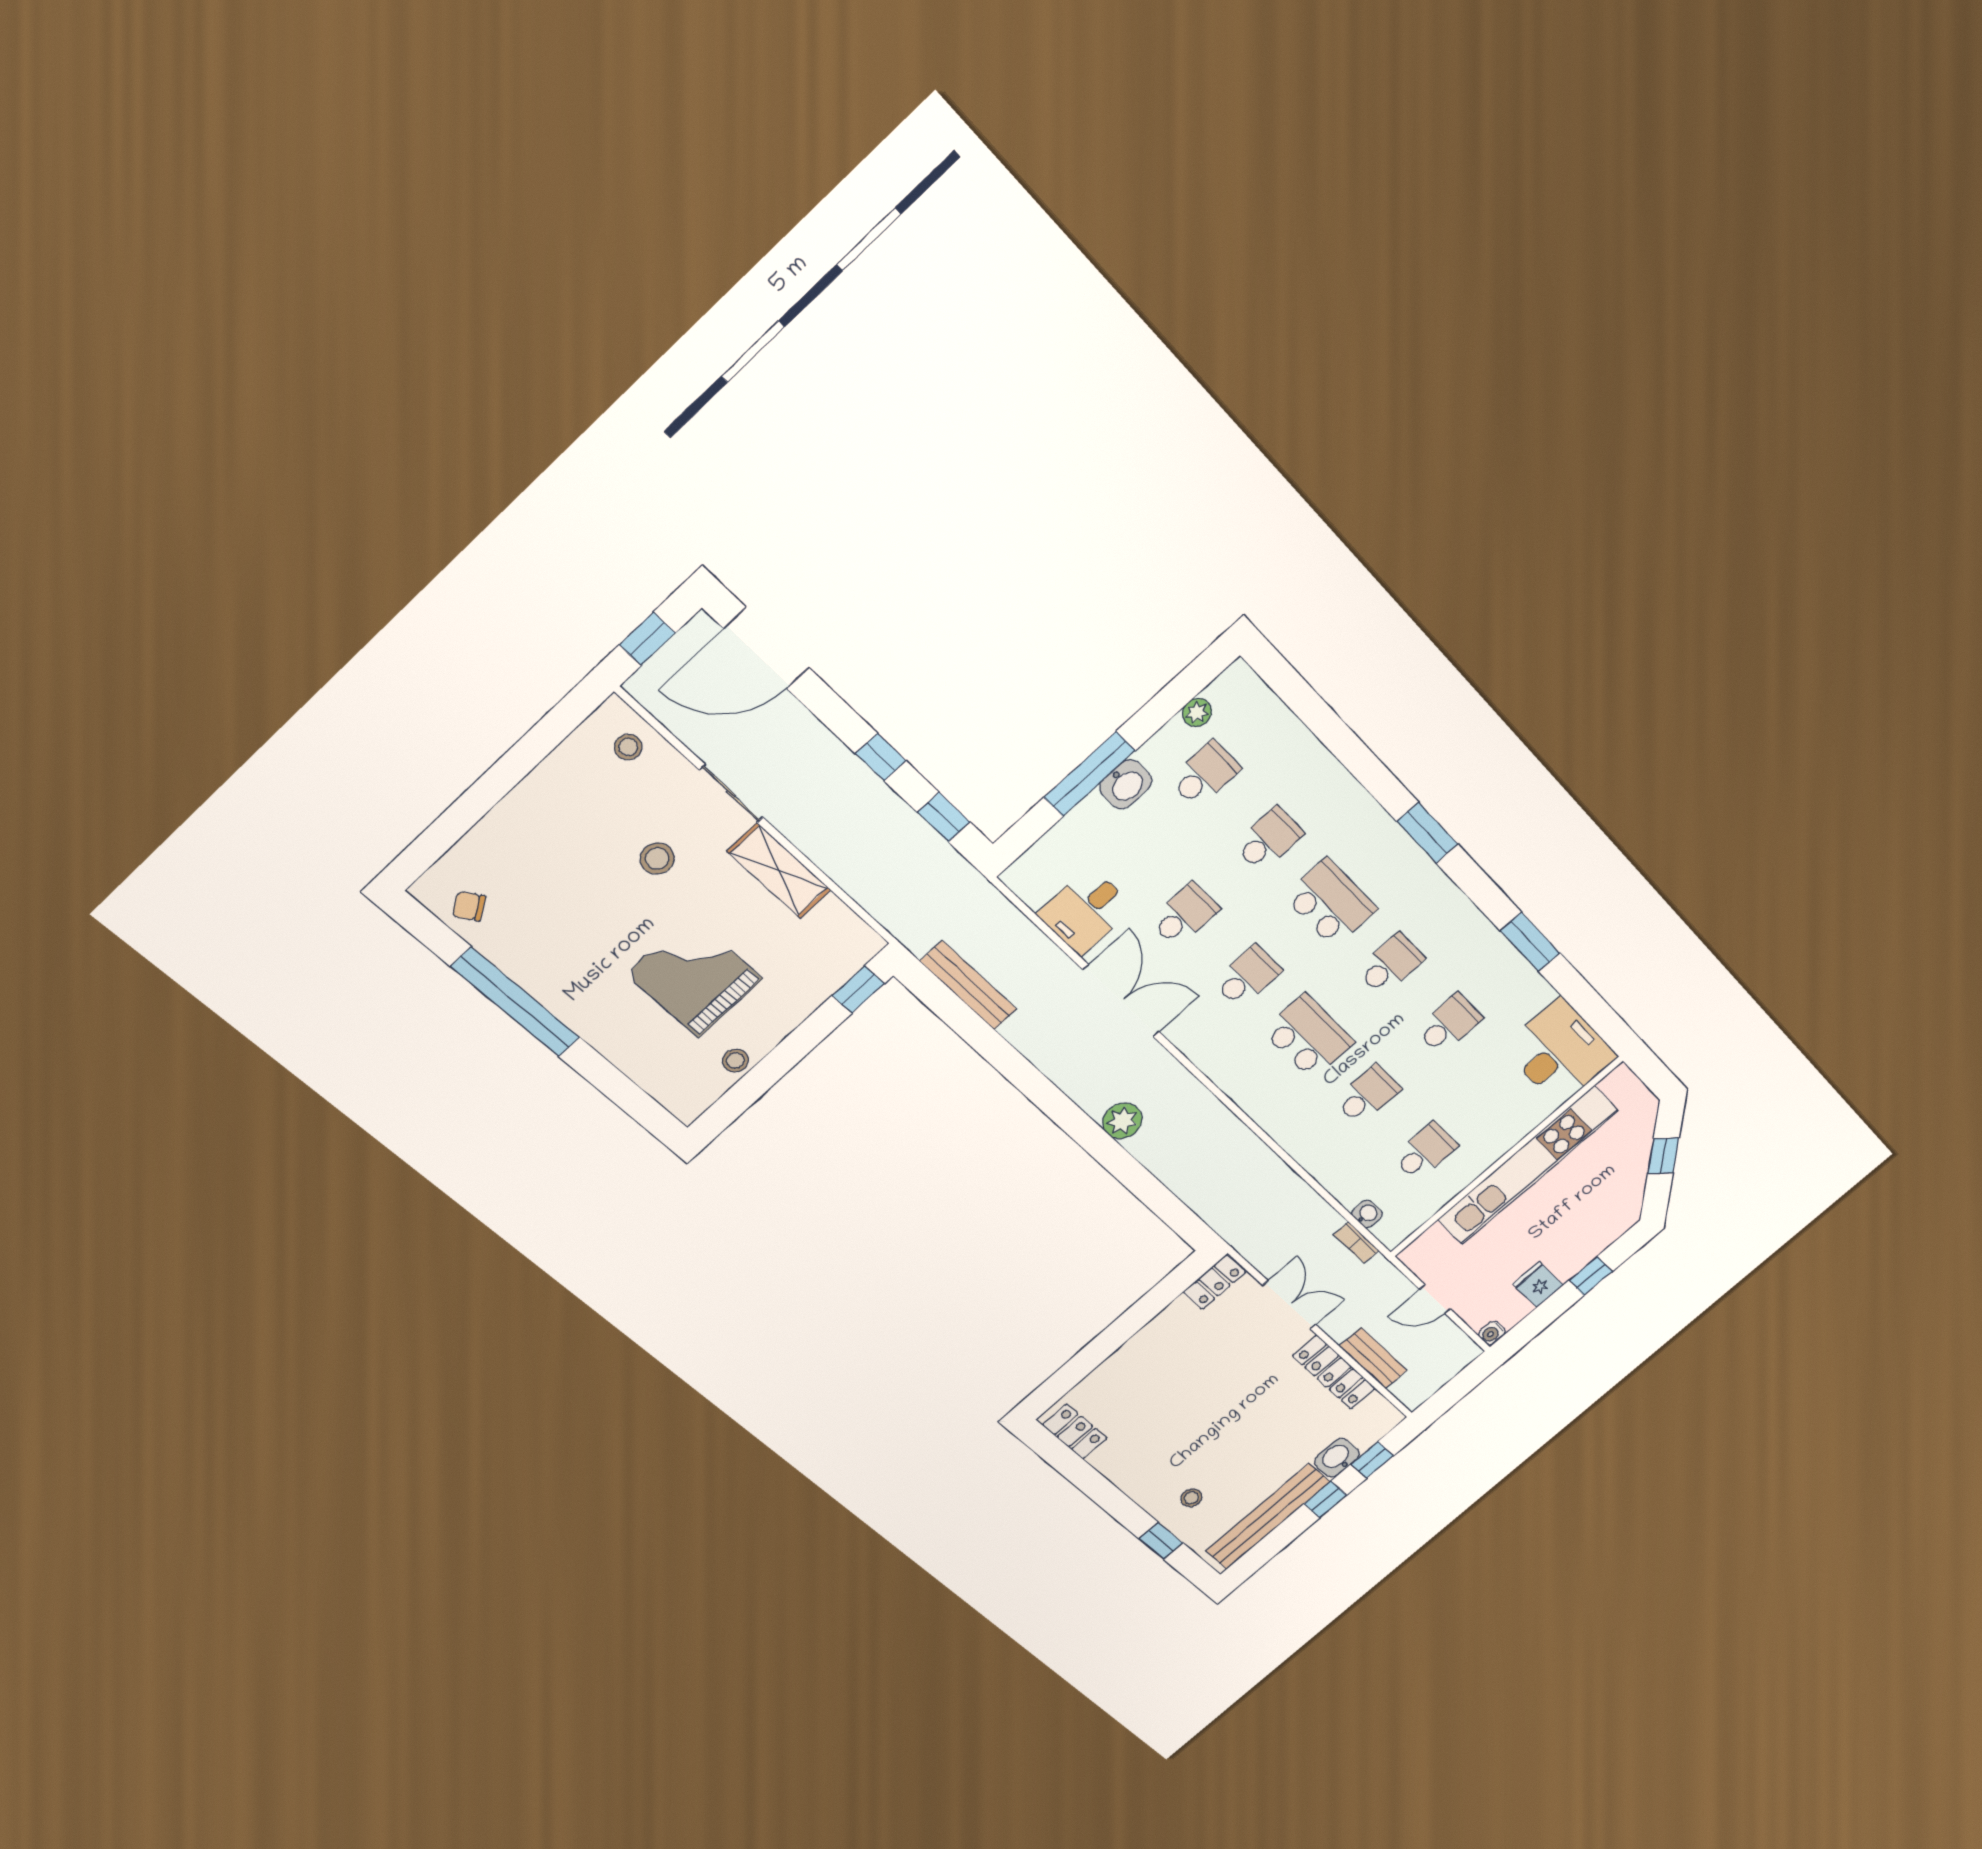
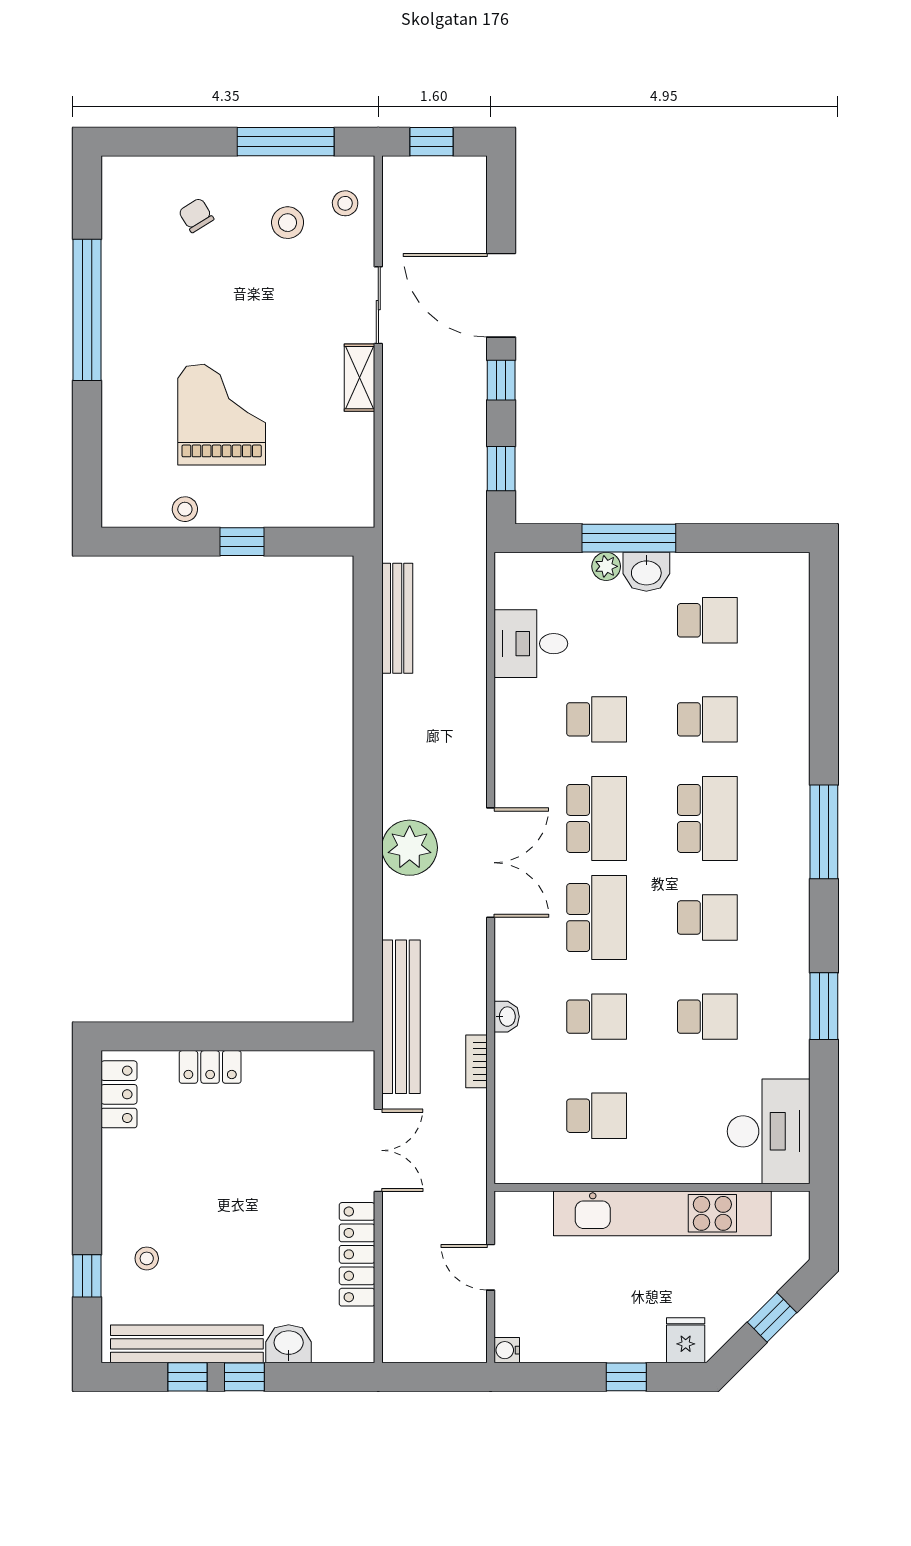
door: (766, 648) -> (501, 295), moved
plant: (1197, 713) -> (606, 566), moved
window: (534, 747) -> (286, 142), added
window: (1427, 833) -> (824, 832), width x1.44
stool: (657, 858) -> (288, 223), moved
shelving: (779, 871) -> (360, 378), width x0.67, depth x0.75
chair: (469, 906) -> (196, 215), moved
school desk: (1247, 976) -> (597, 818), width x1.85
window: (858, 990) -> (242, 542), moved
double door: (1121, 1001) -> (491, 863), moved
plant: (1122, 1121) -> (410, 848), width x1.36, depth x1.36
washbasin: (1367, 1214) -> (507, 1017), moved
bookcase: (1356, 1243) -> (476, 1061), moved
locker: (1214, 1282) -> (210, 1067), moved
fridge: (1538, 1284) -> (686, 1340), moved
bench: (1373, 1358) -> (401, 1017), moved, width x1.86, depth x1.21
window: (1372, 1460) -> (187, 1377), moved

